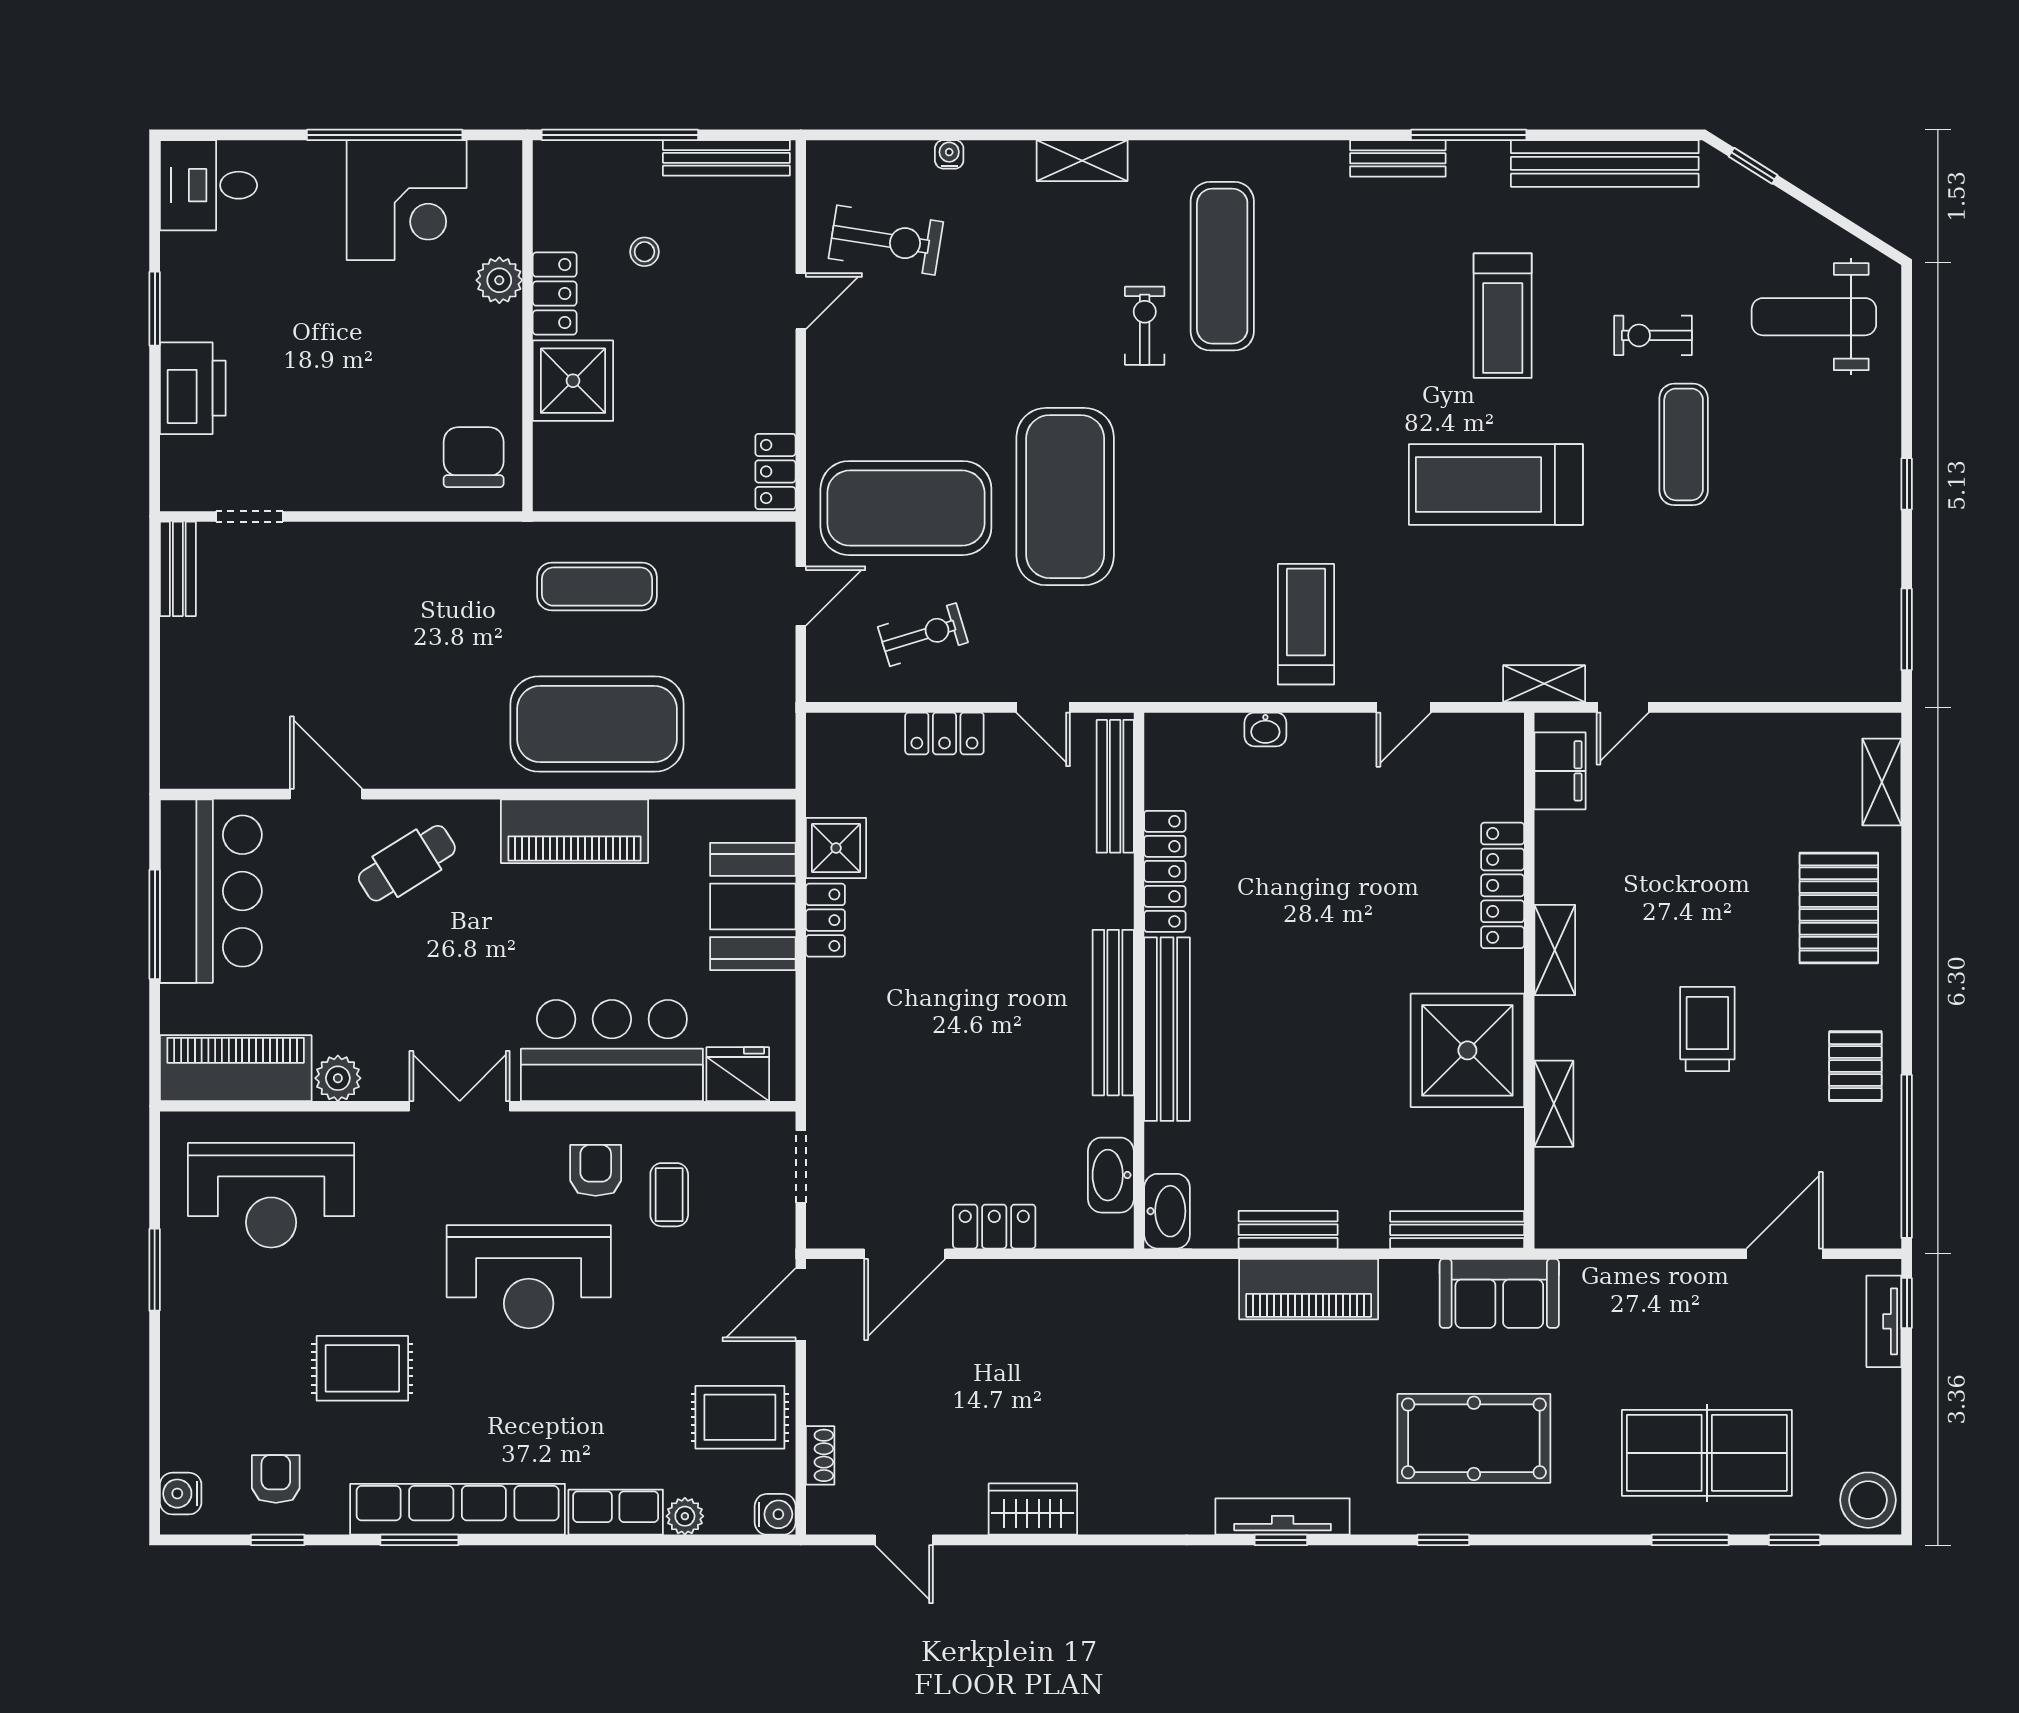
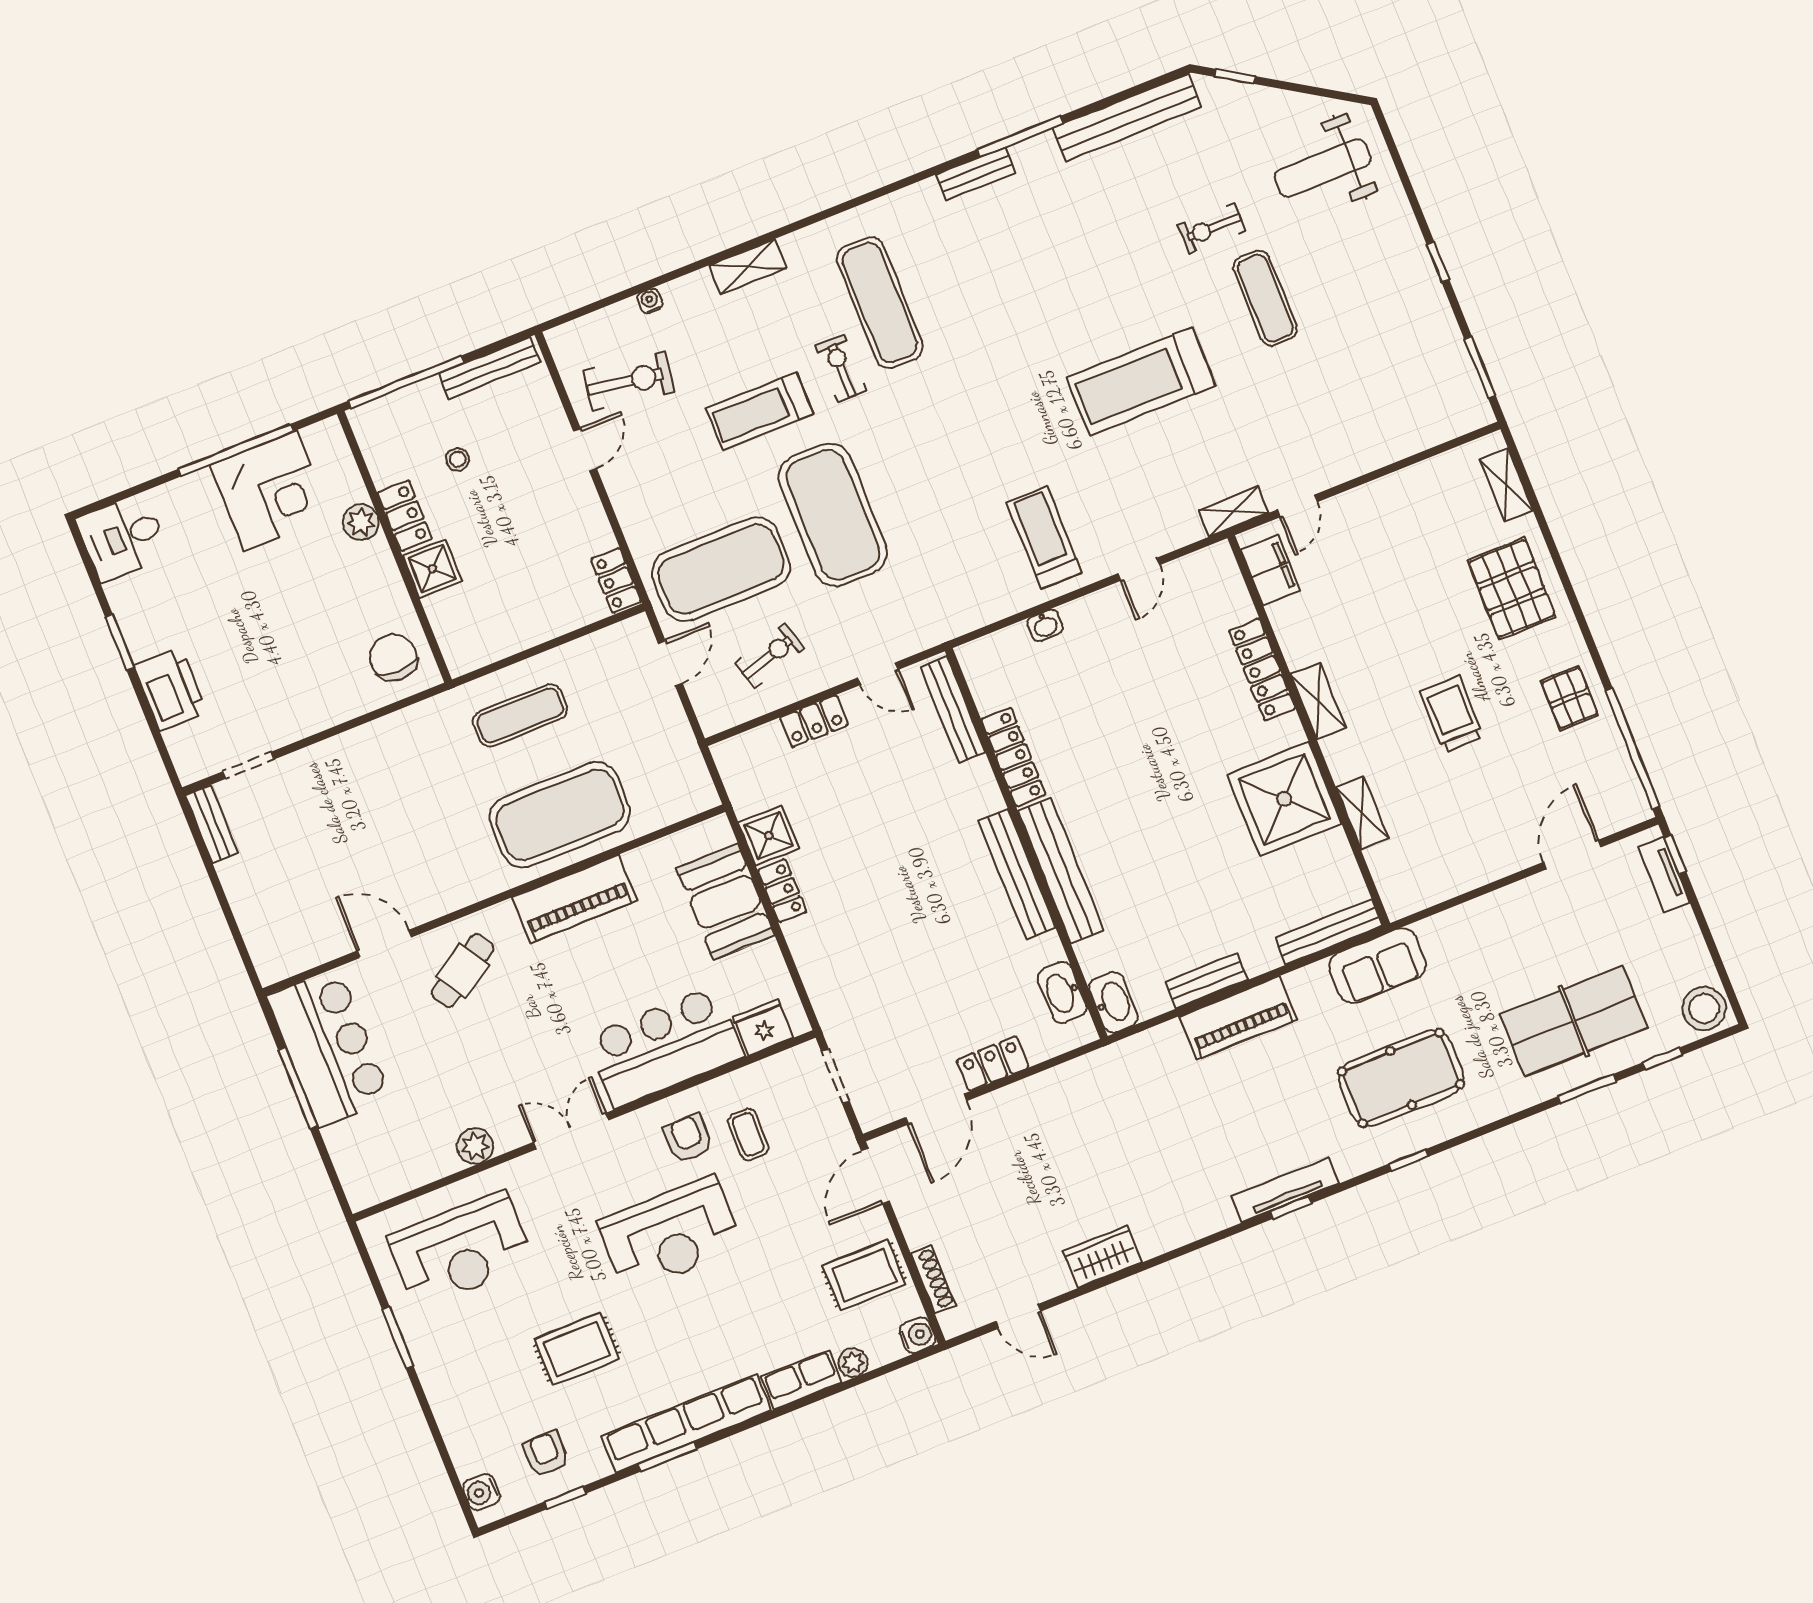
treadmill: (1503, 316) -> (760, 411), moved, turned 90
shower: (573, 381) -> (432, 569), width x0.73, depth x0.73
piano: (236, 1068) -> (398, 1168), removed
shoe rack: (820, 1455) -> (933, 1279), width x1.43

